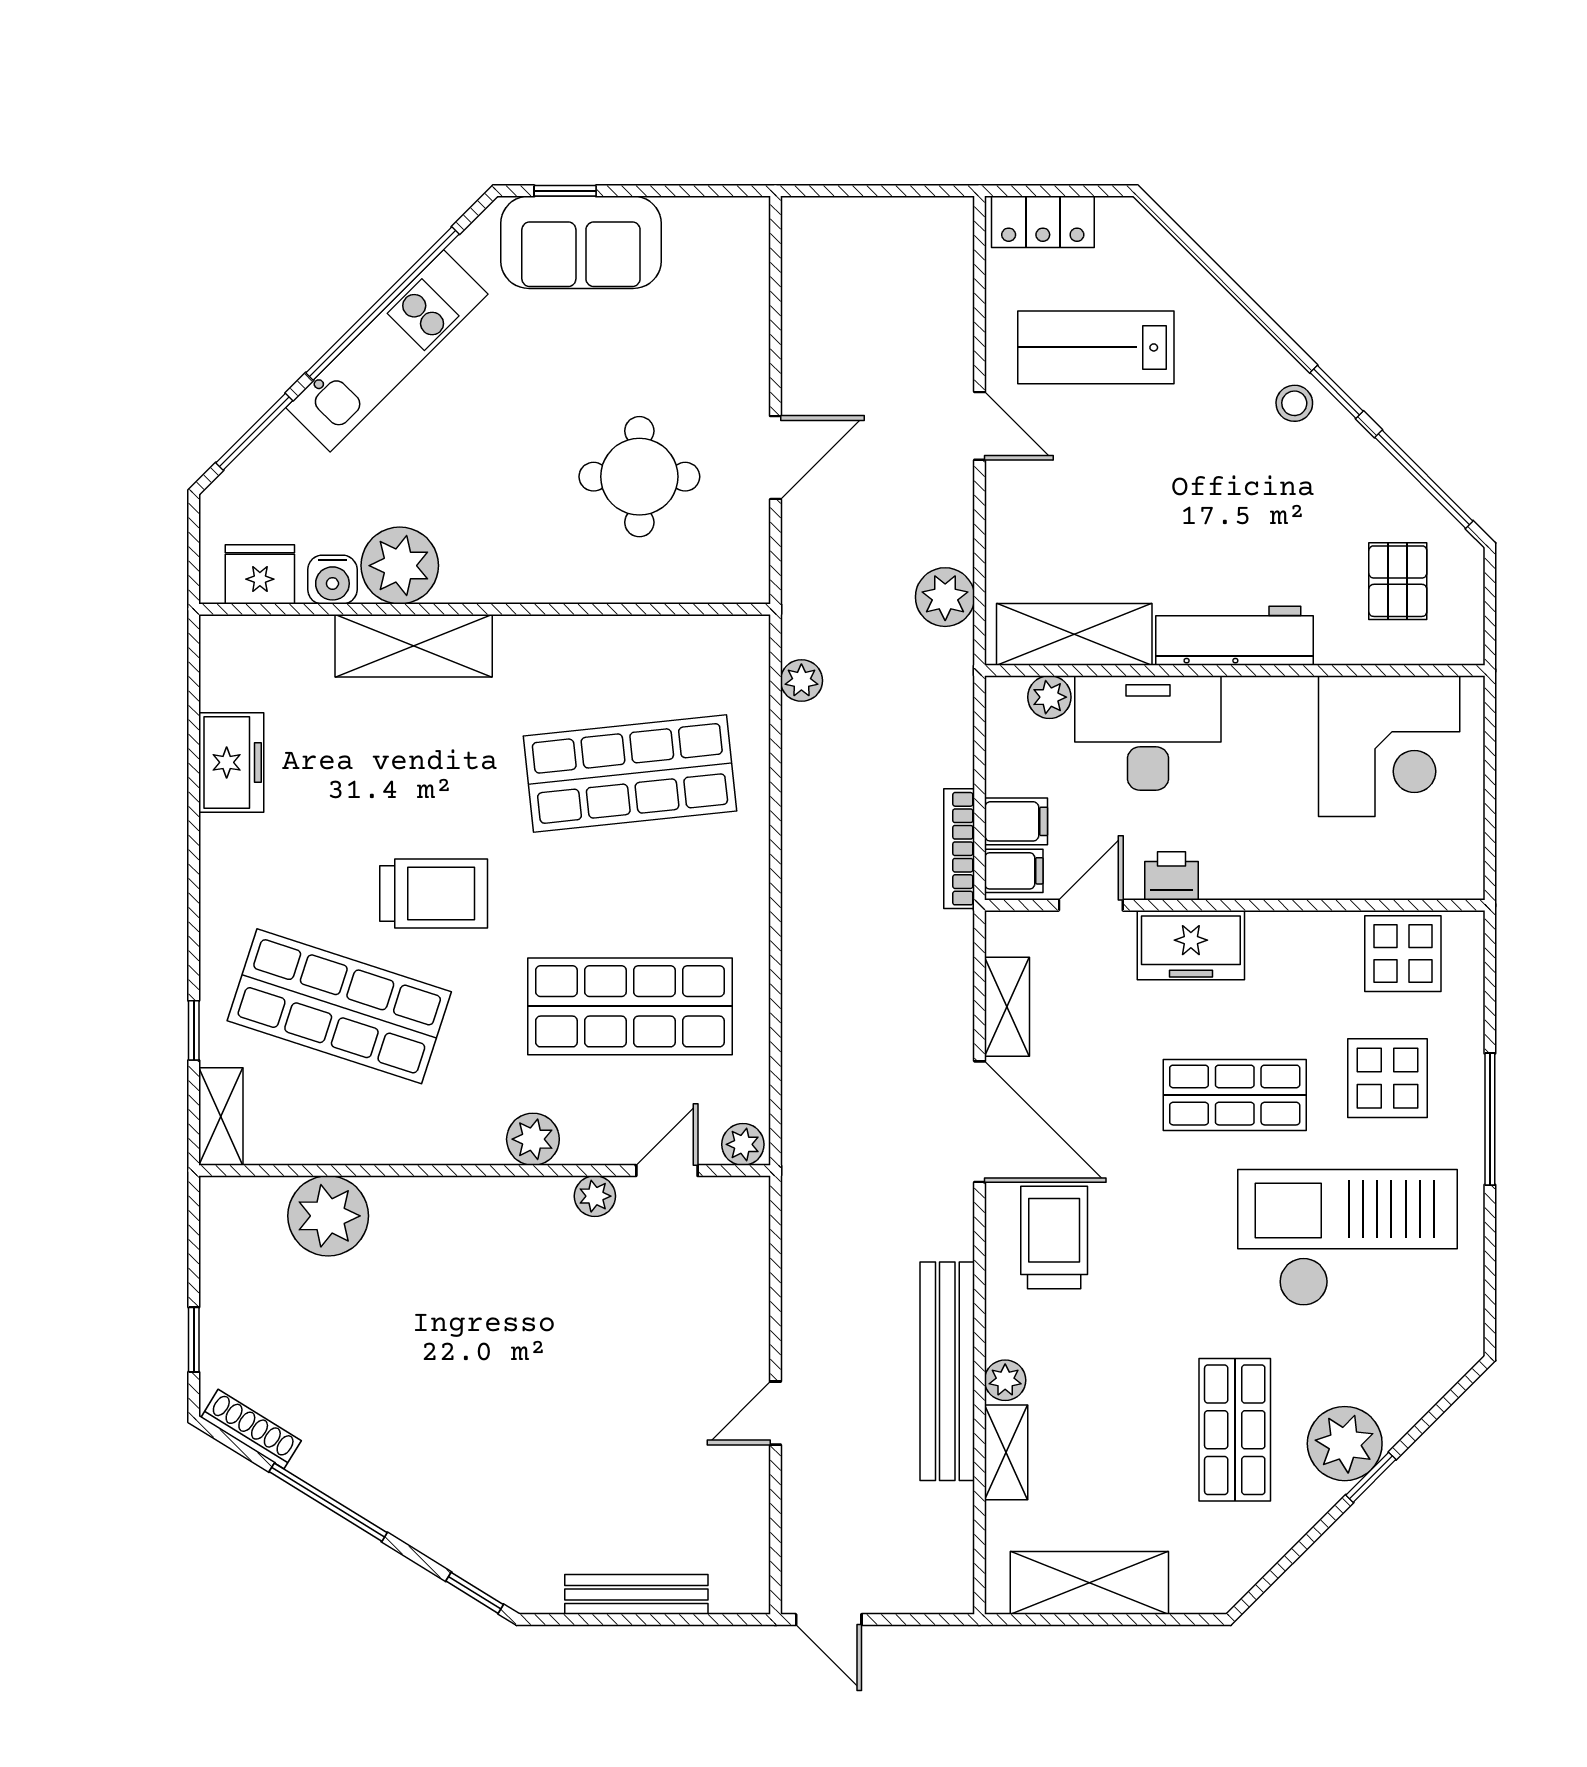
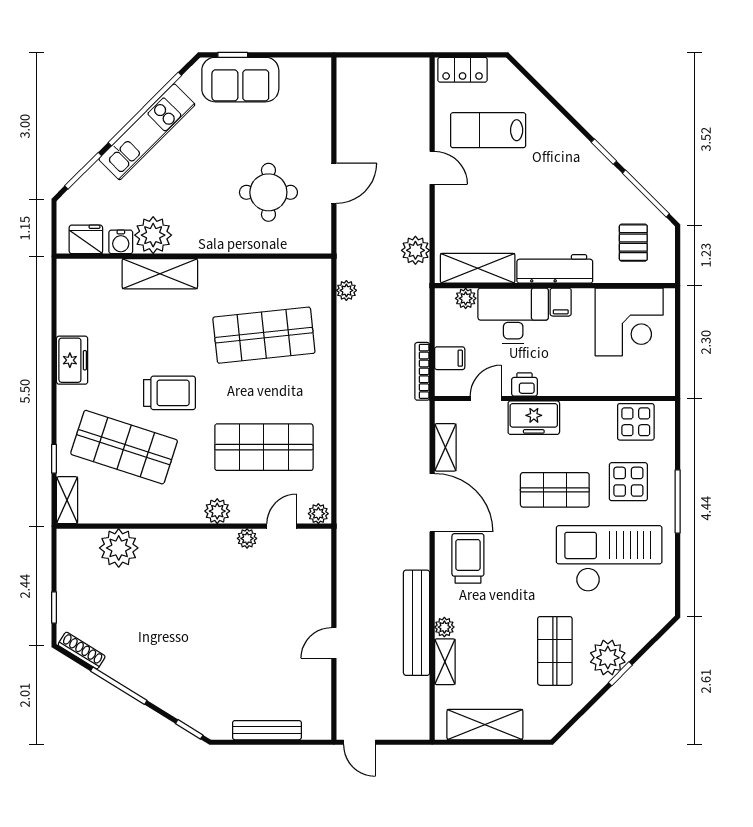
stool: (1294, 403) -> (584, 157), removed
freezer: (231, 762) -> (72, 360), moved
filing cabinet: (1014, 871) -> (561, 302), moved, turned 90

